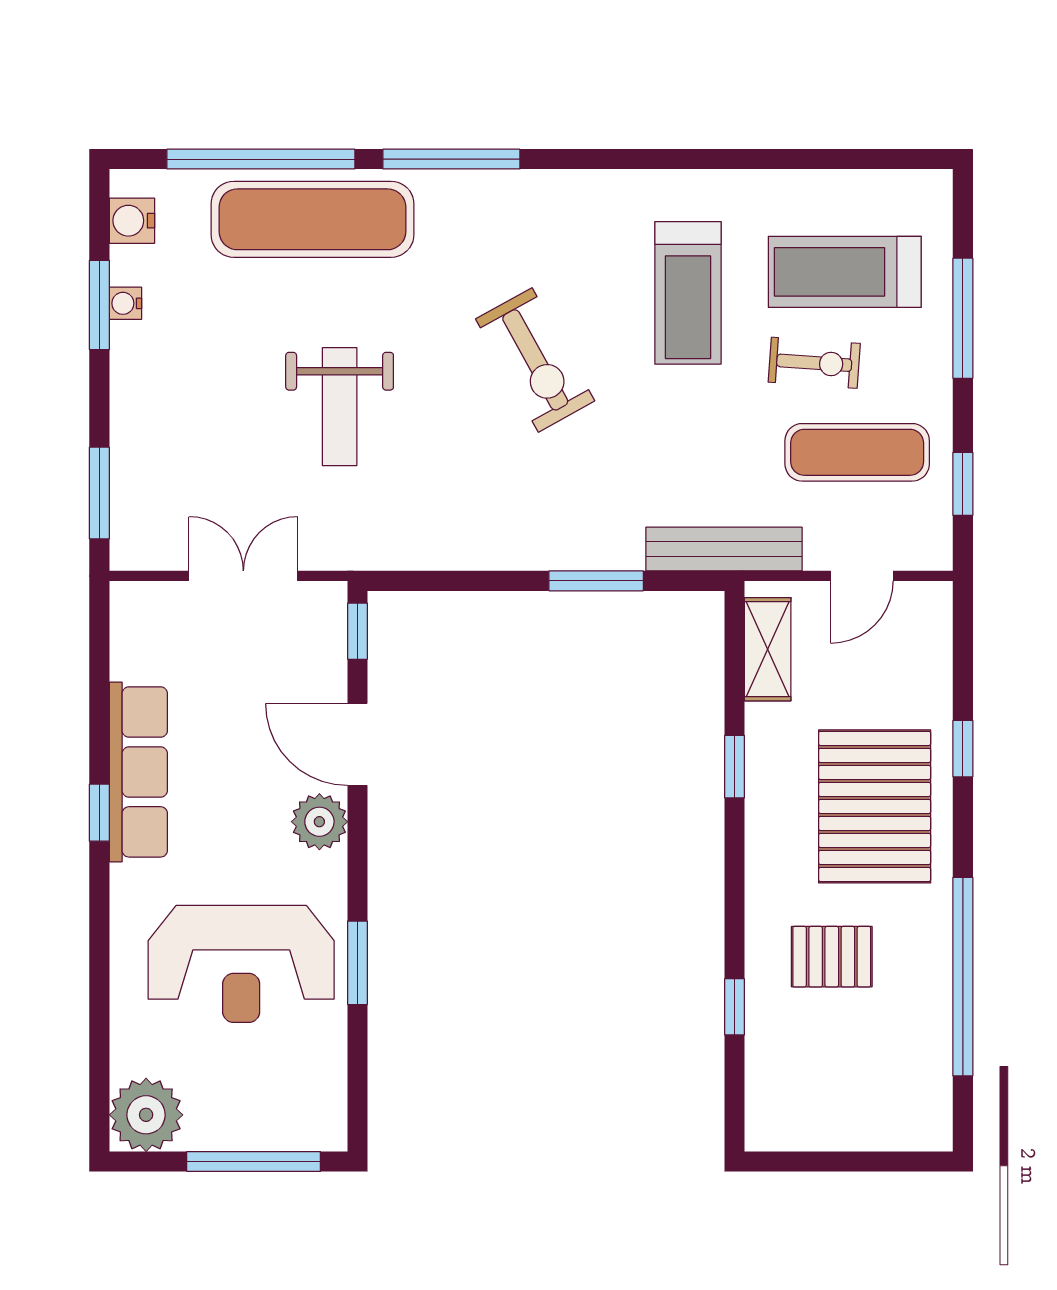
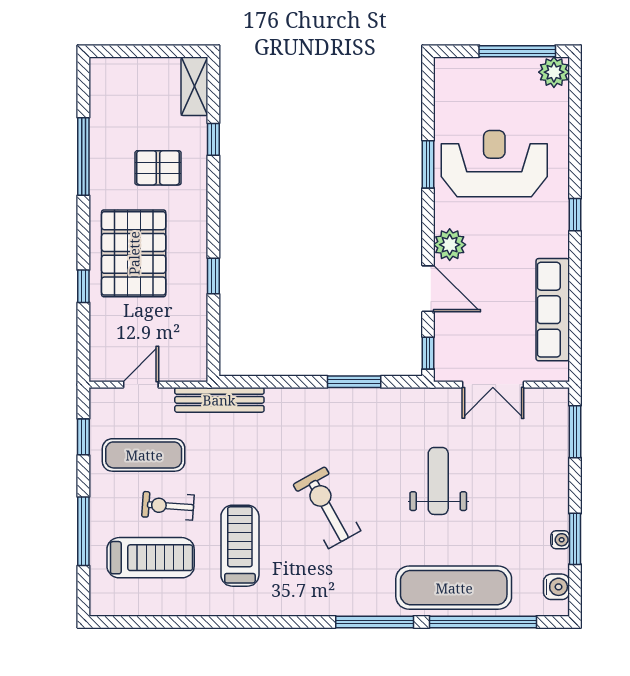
window: (596, 581) -> (354, 382), moved
shelving: (768, 649) -> (194, 86), moved
row of seats: (138, 772) -> (553, 310), moved
window: (99, 813) -> (575, 215), moved
window: (963, 977) -> (83, 156), width x0.68
plant: (146, 1115) -> (554, 72), width x0.73, depth x0.73
window: (254, 1161) -> (517, 51), moved

